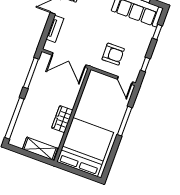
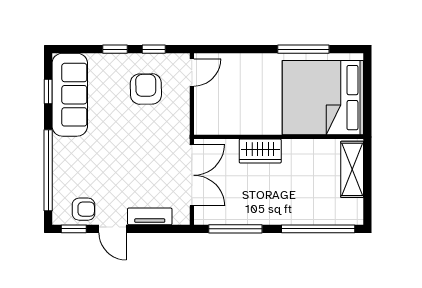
window: (157, 32) -> (115, 49), moved
armchair: (113, 54) -> (146, 89), moved
wardrobe: (62, 119) -> (260, 151), moved
window: (125, 121) -> (303, 49), moved

